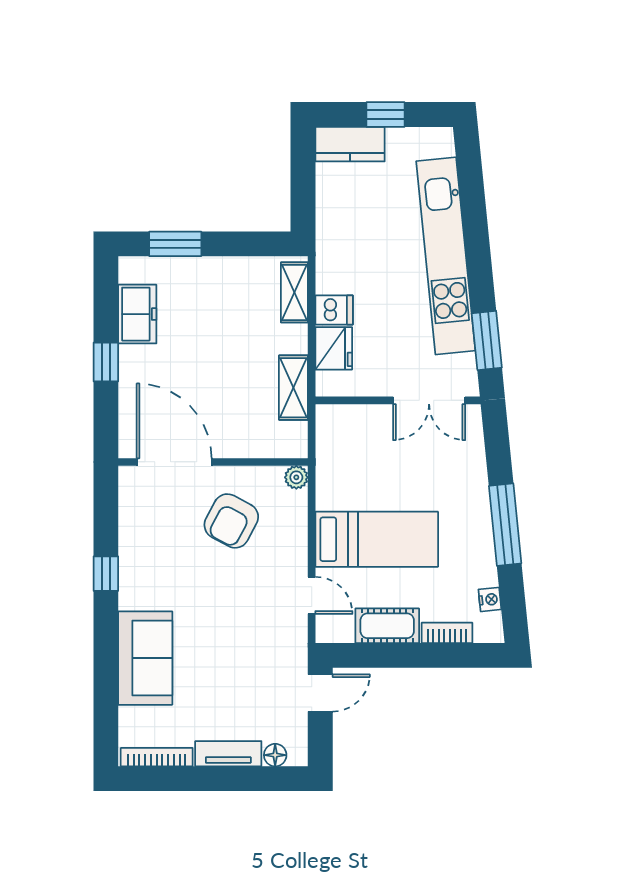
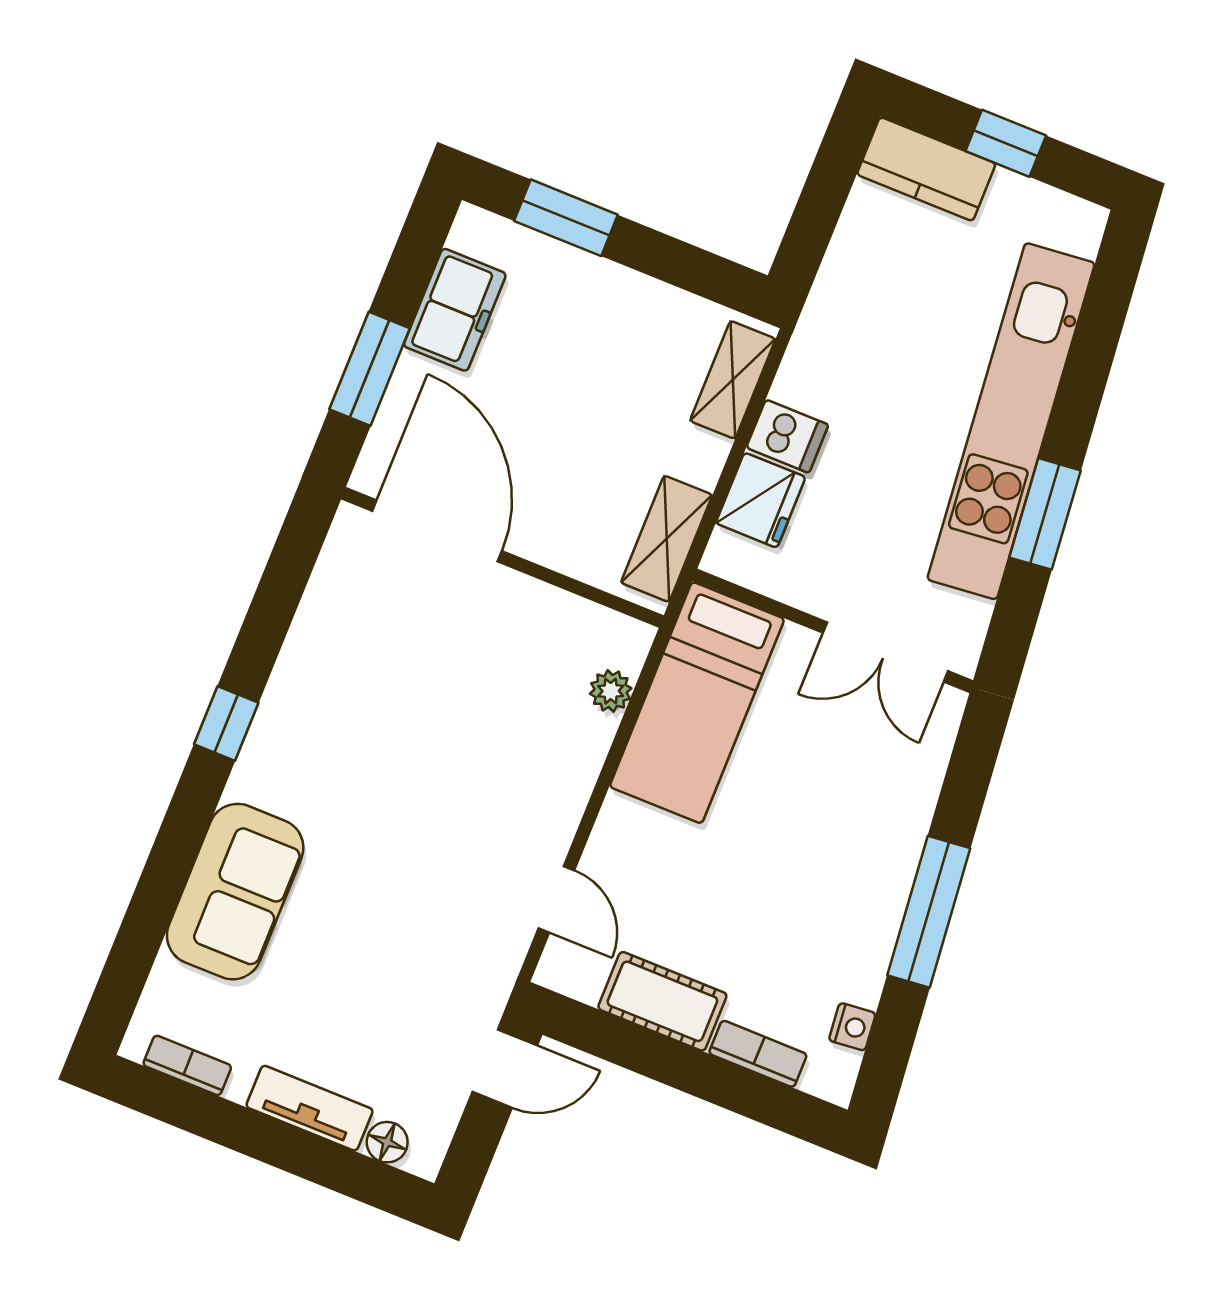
window: (487, 340) -> (1045, 514), moved
window: (106, 362) -> (370, 369), width x1.50
door: (174, 462) -> (437, 531), moved
wall: (213, 462) -> (502, 557), moved
armchair: (231, 521) -> (472, 720), removed
bed: (377, 539) -> (697, 703), moved, turned 90
bookcase: (157, 757) -> (187, 1065), width x0.64

